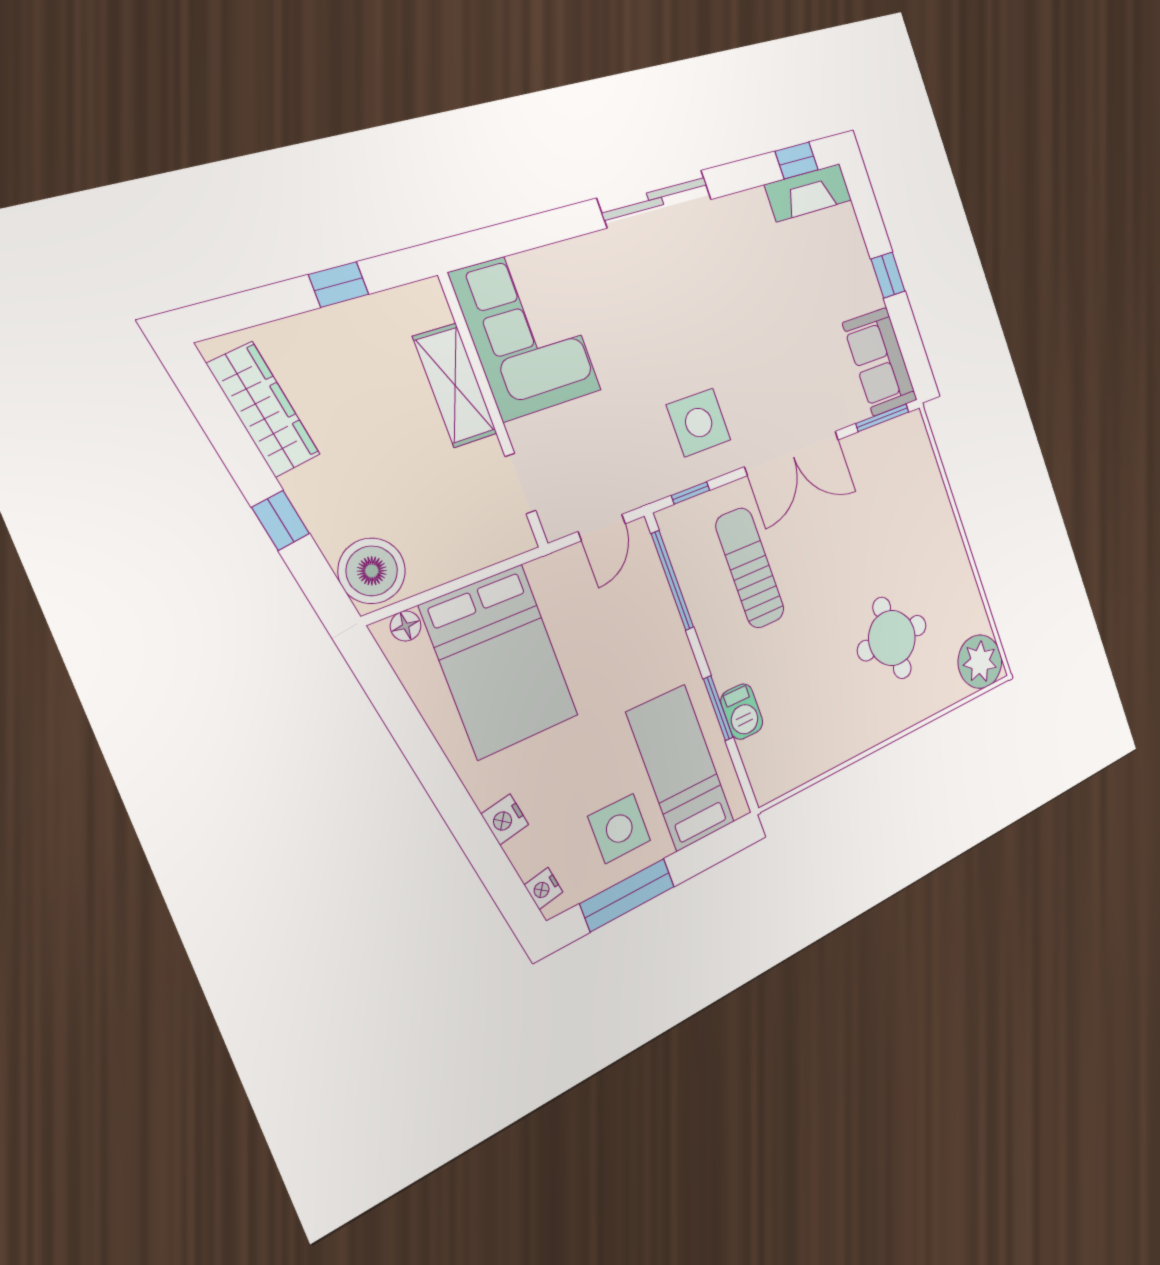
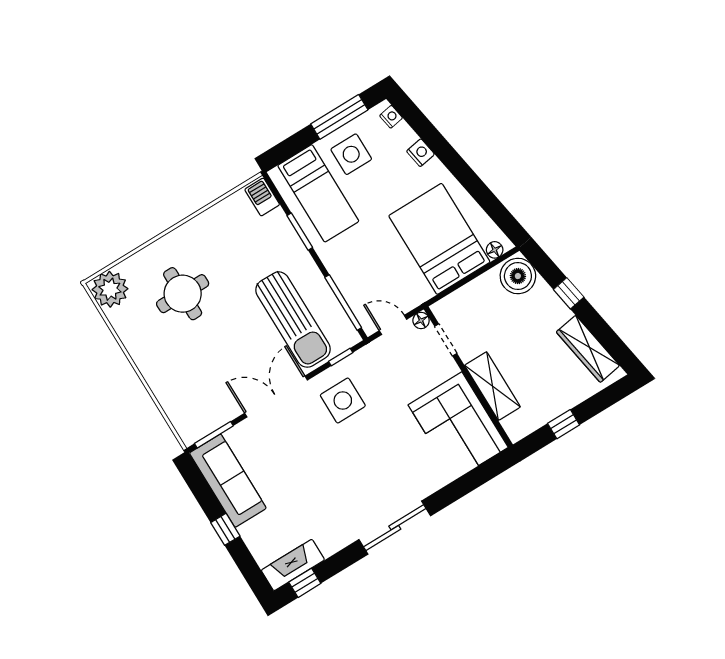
sofa: (880, 362) -> (228, 481), width x1.36
floor lamp: (555, 526) -> (421, 320), added
door: (602, 528) -> (393, 325), hinge flipped
sun lounger: (750, 568) -> (293, 320), width x1.36, depth x1.34
barbecue: (742, 712) -> (262, 197), moved

